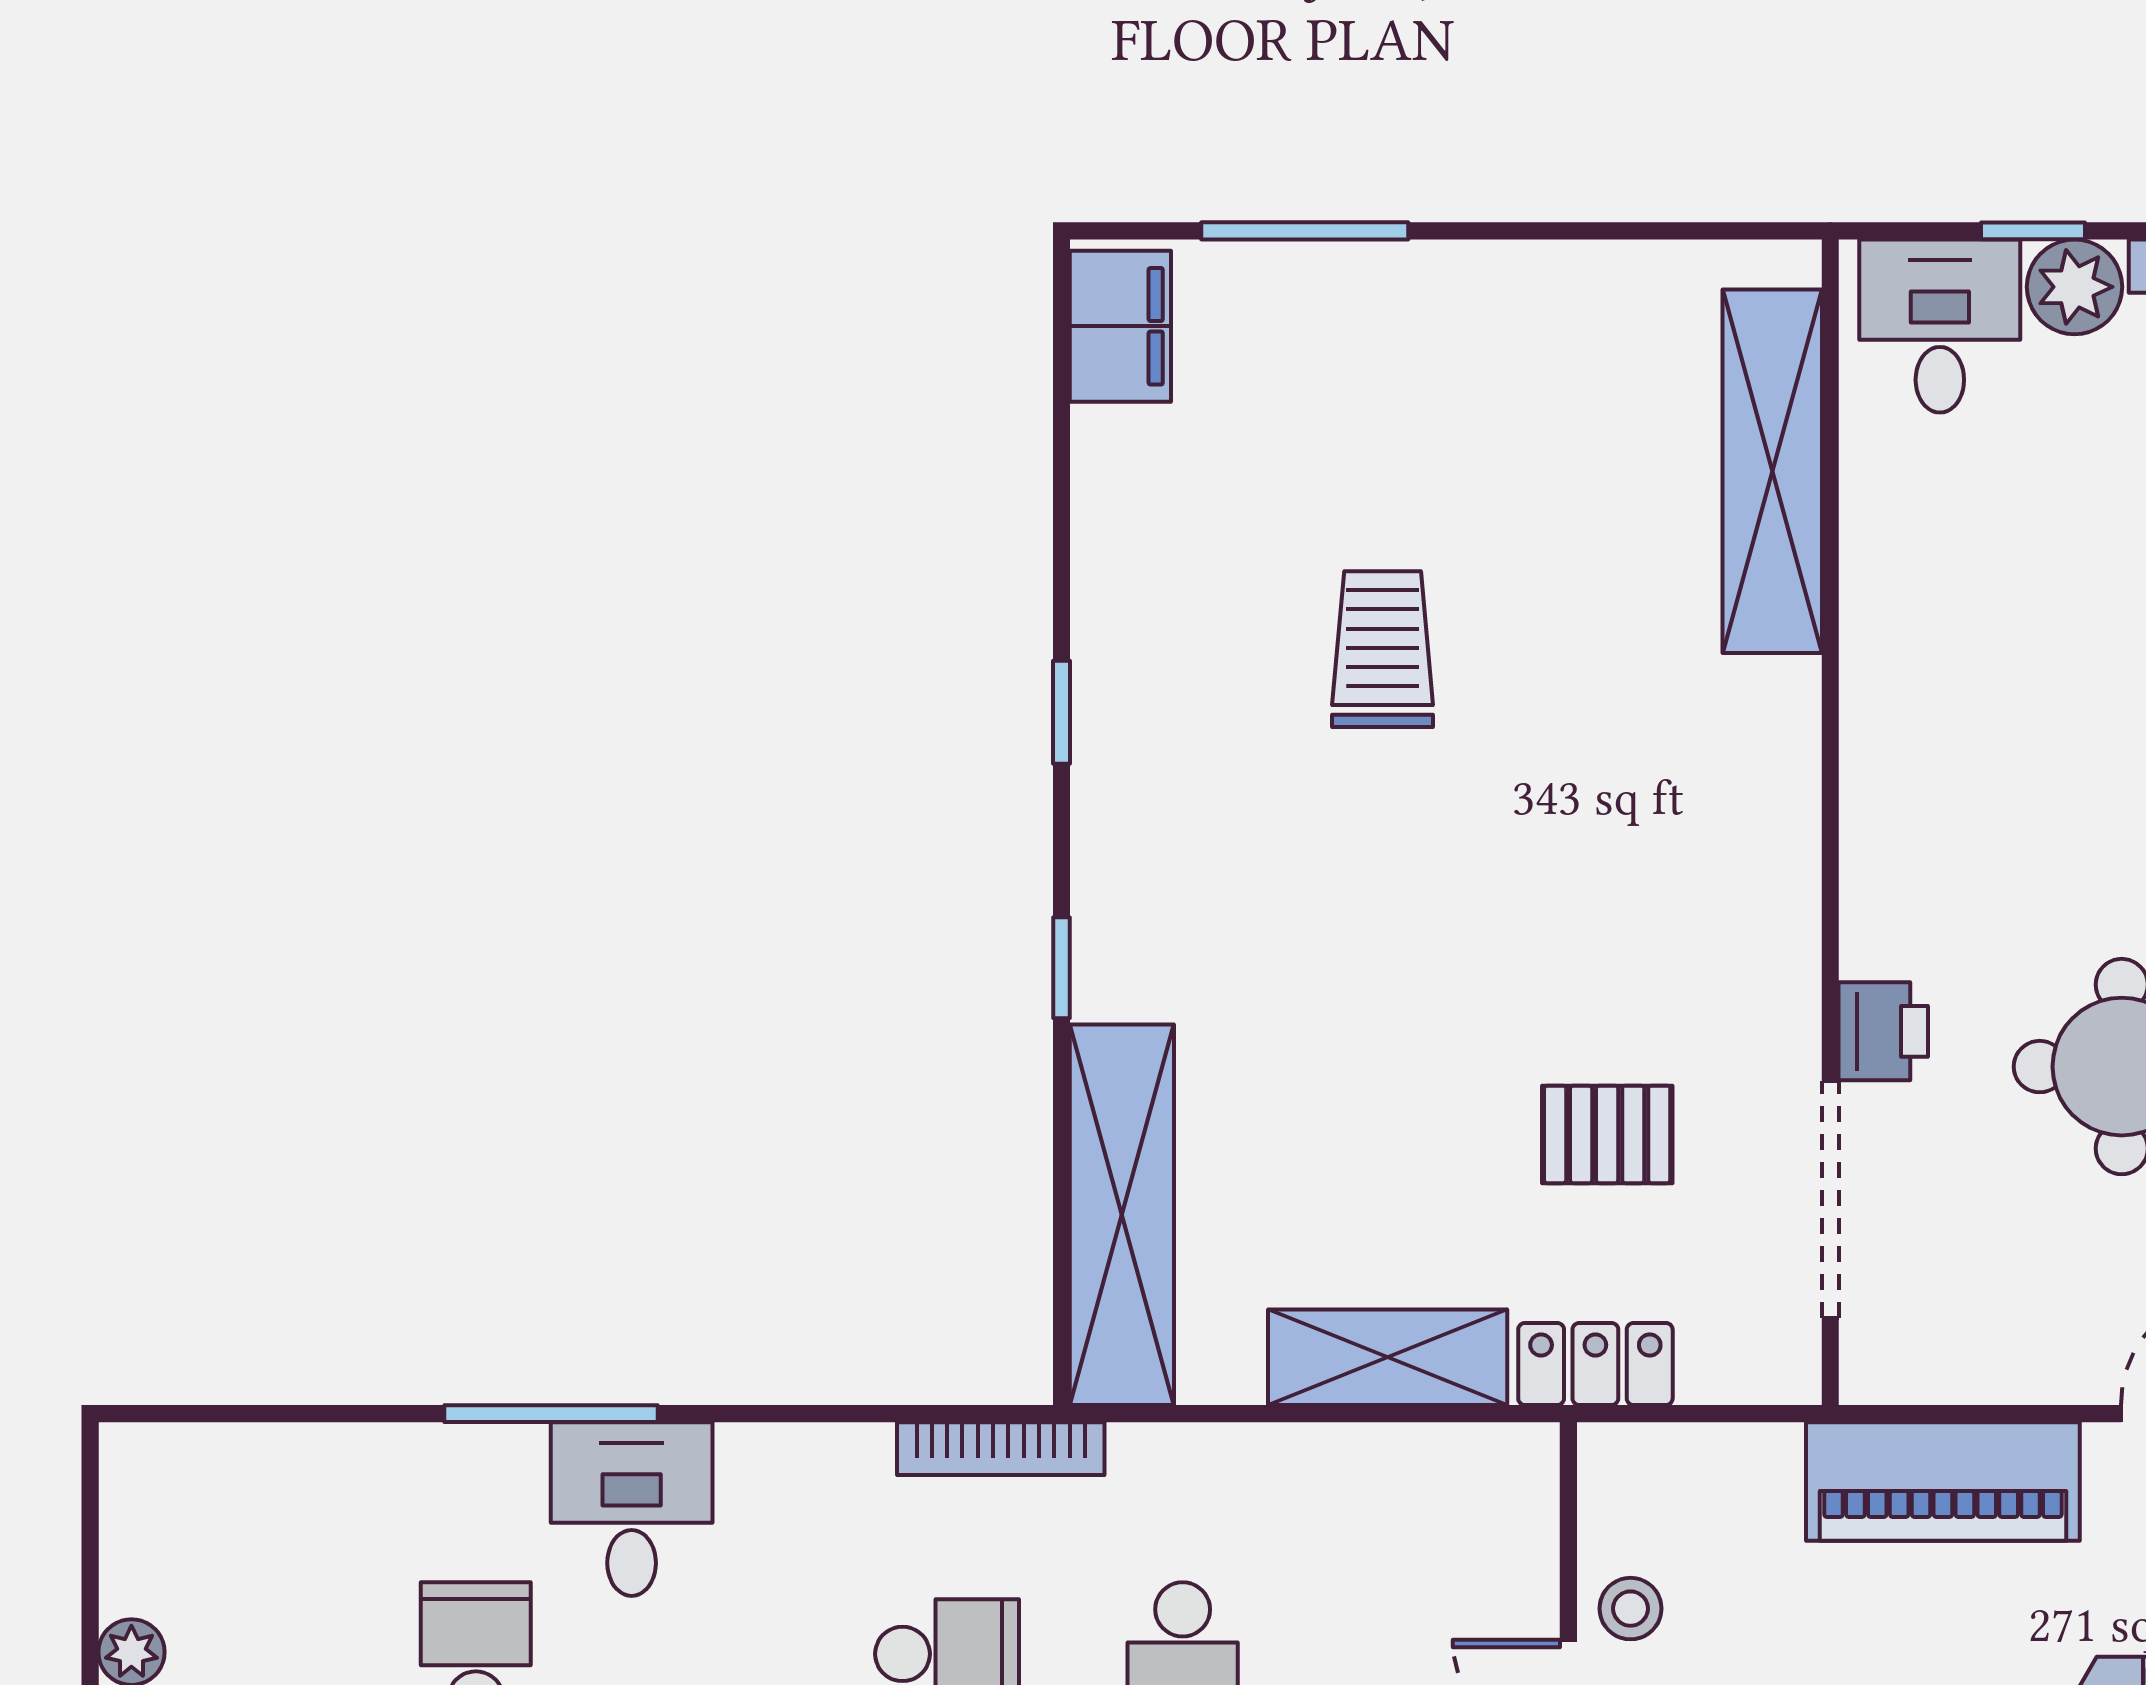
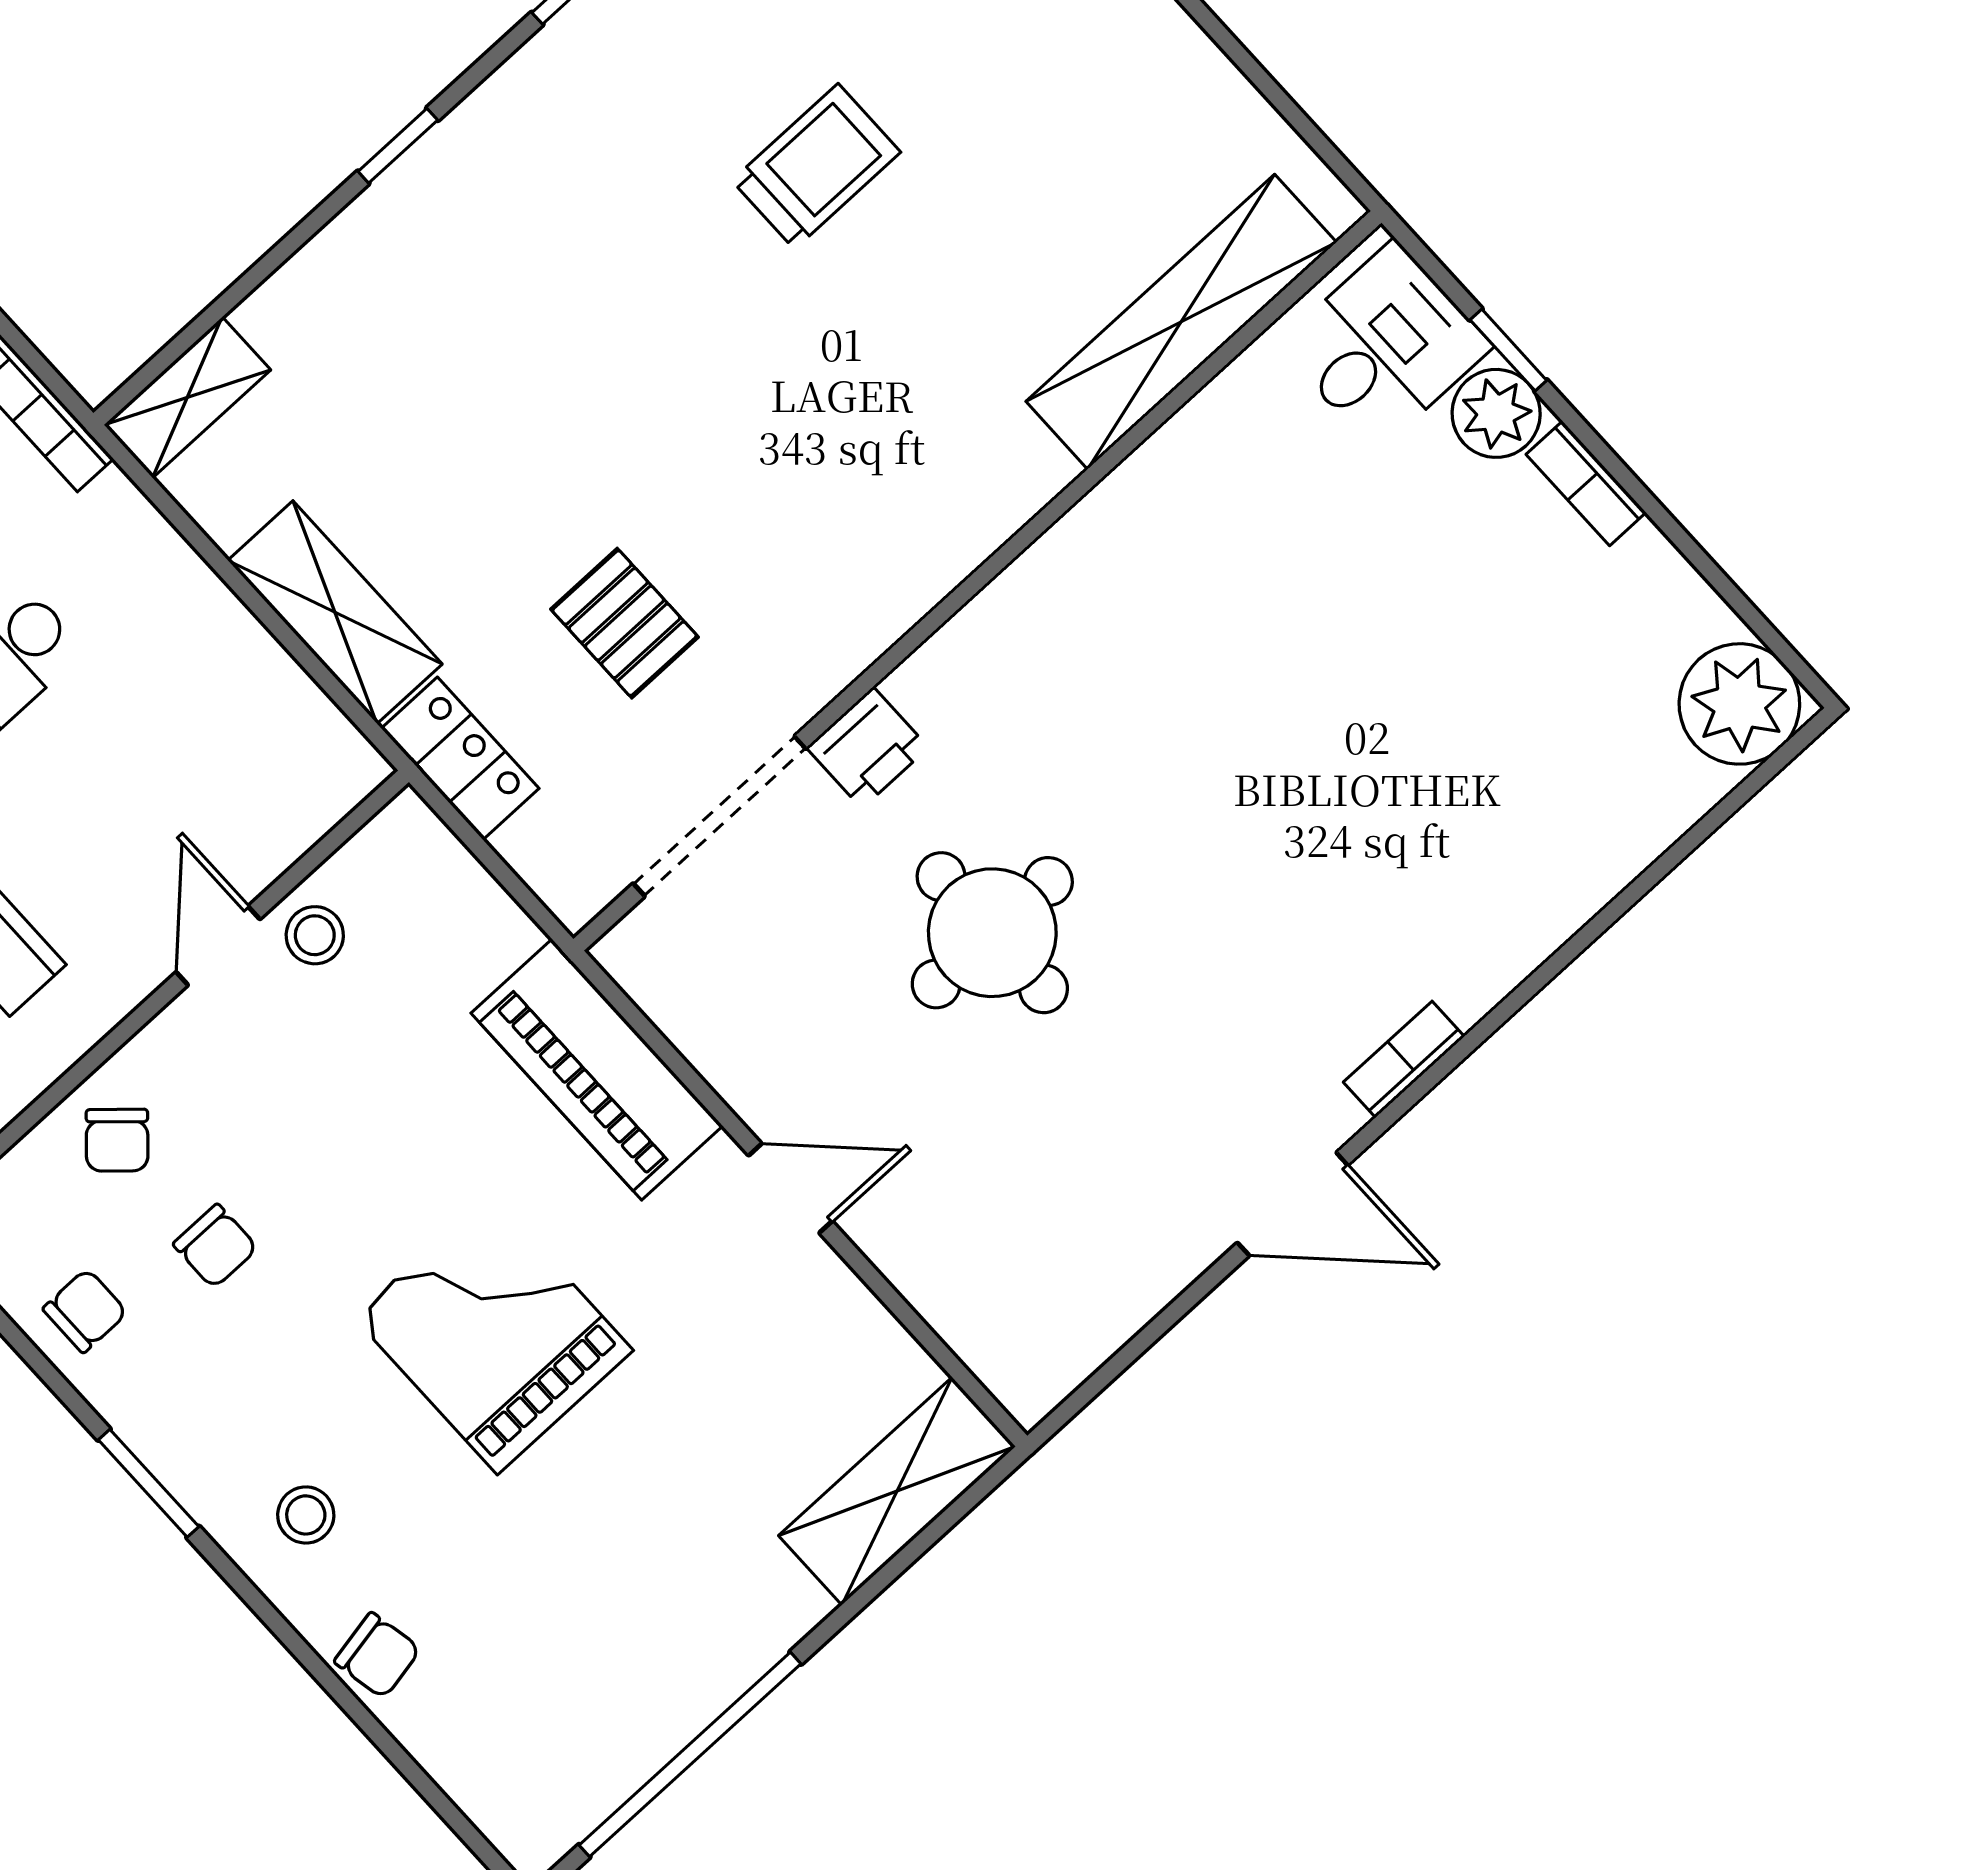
shelving: (1122, 1215) -> (187, 397), width x0.45, depth x0.75

